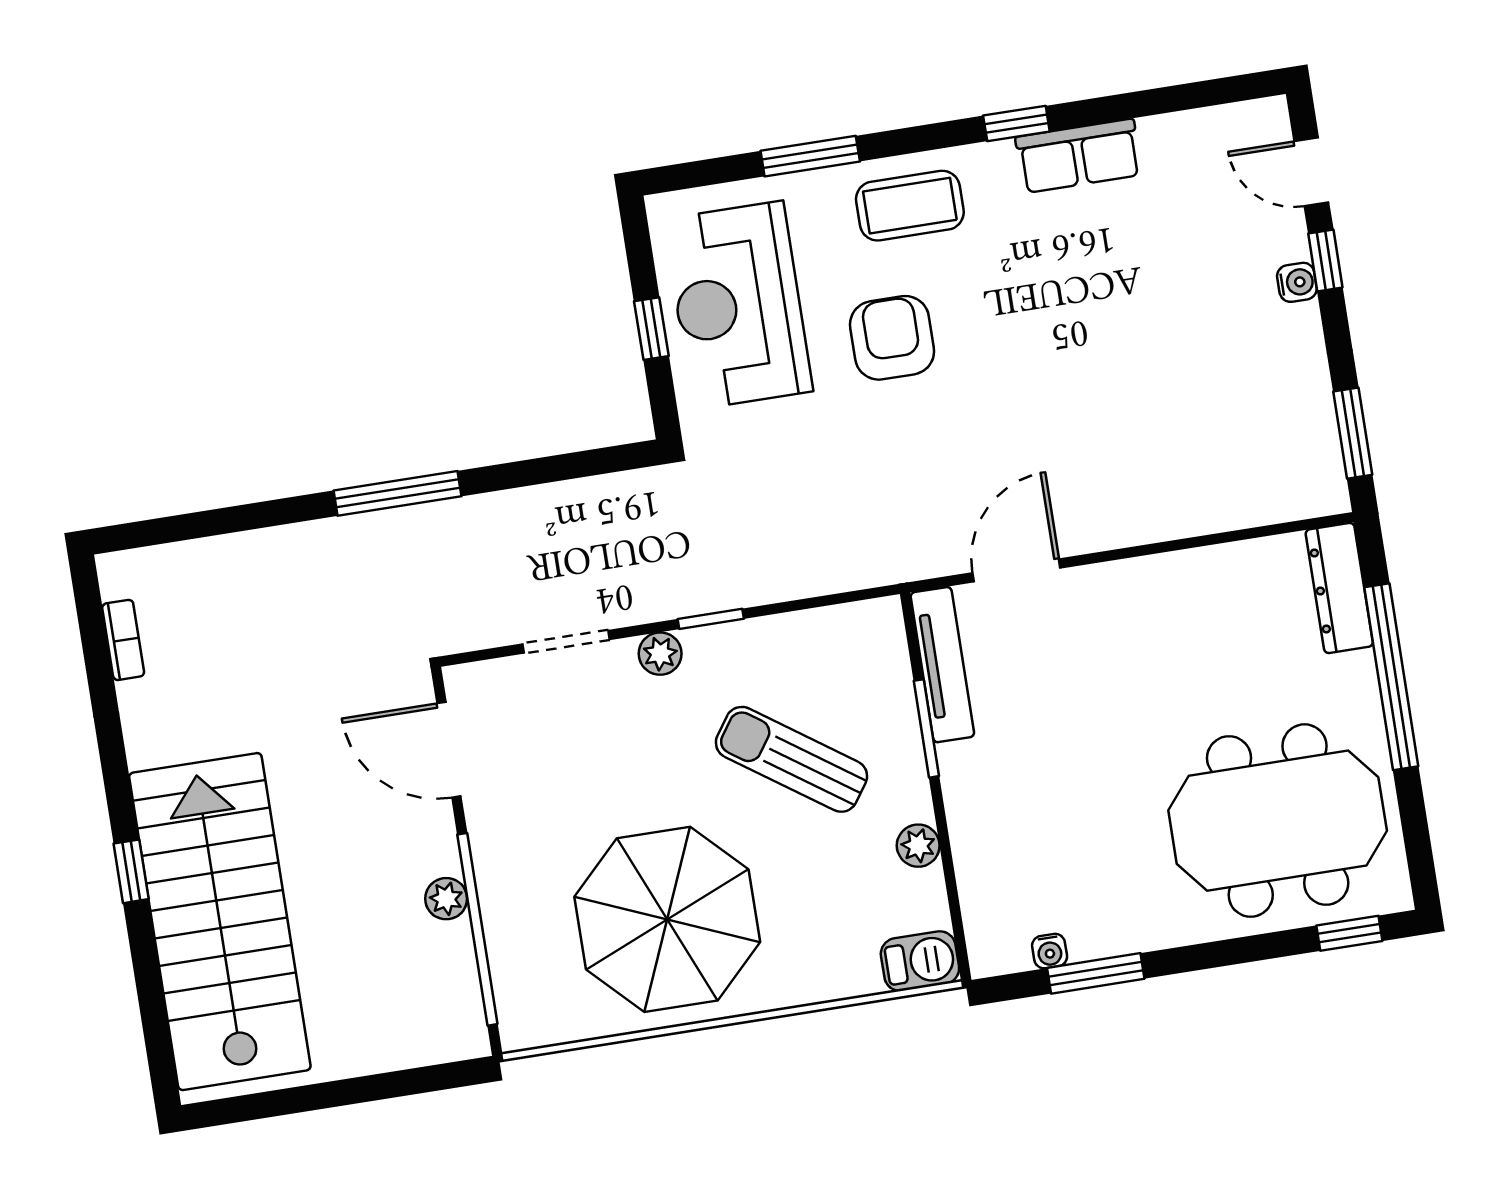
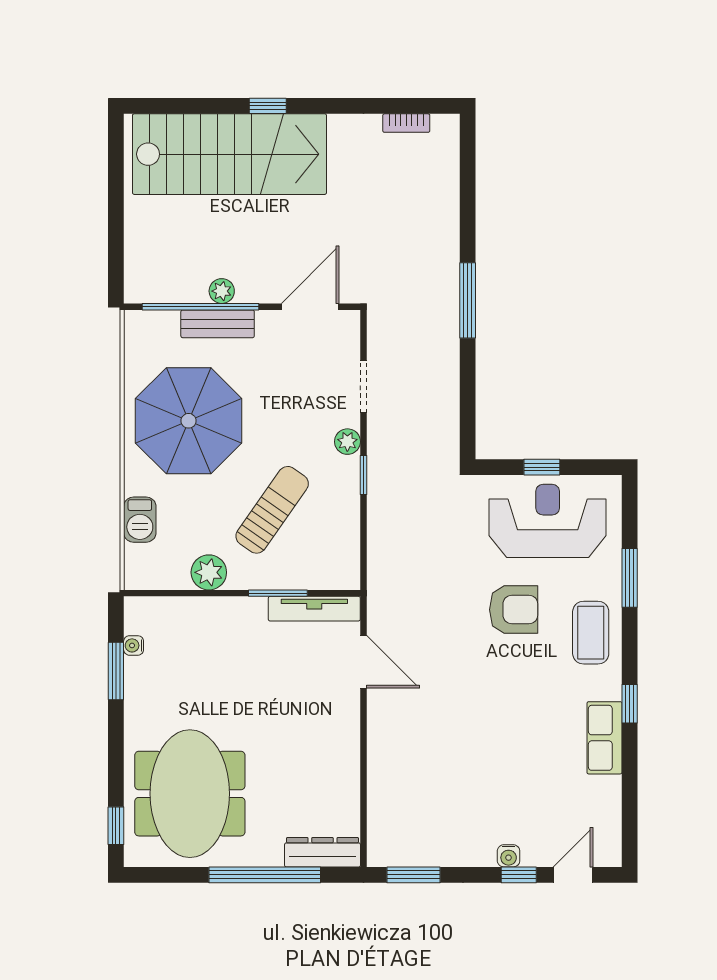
plant: (918, 846) -> (209, 572), width x1.38, depth x1.38
bench: (501, 897) -> (218, 324), added
barbecue: (920, 961) -> (140, 520), moved

